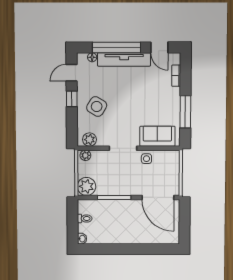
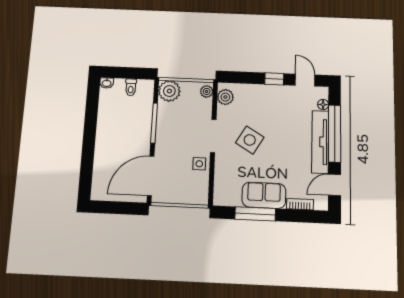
side table: (97, 107) -> (250, 140), moved
sofa: (157, 136) -> (264, 195), moved, turned -90

